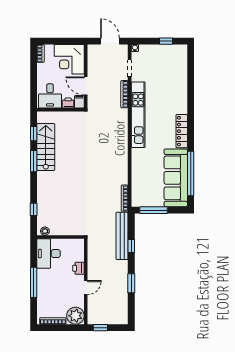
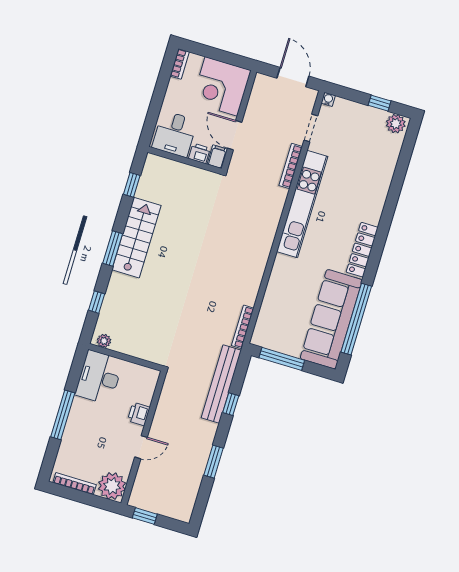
plant: (179, 50) -> (396, 124), added
stairs: (46, 147) -> (136, 238), moved
window: (34, 161) -> (113, 248), moved

